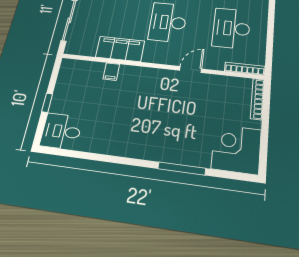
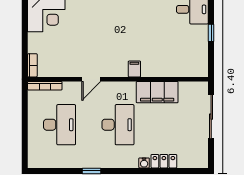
filing cabinet: (111, 72) -> (134, 69), moved
bookcase: (257, 99) -> (32, 65), width x0.64

